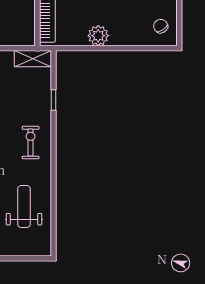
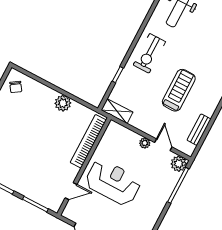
exercise bike: (31, 142) -> (149, 53), width x1.38, depth x1.39

